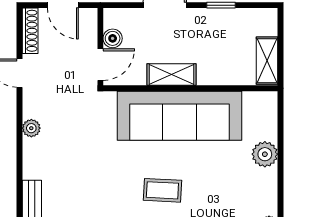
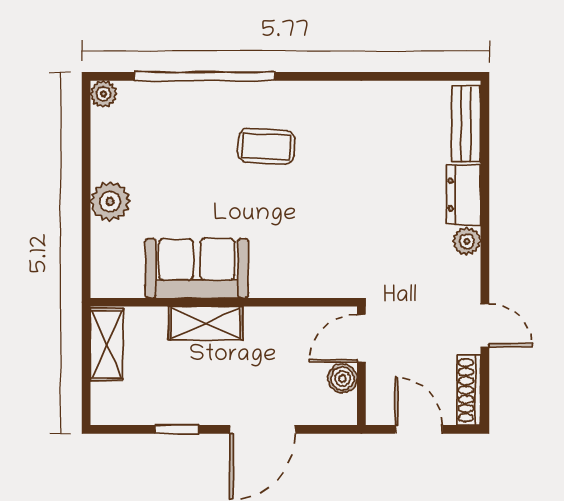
shelving: (171, 75) -> (206, 323), moved
sofa: (180, 116) -> (197, 268), width x0.54, depth x0.79
dresser: (33, 159) -> (464, 195), added

